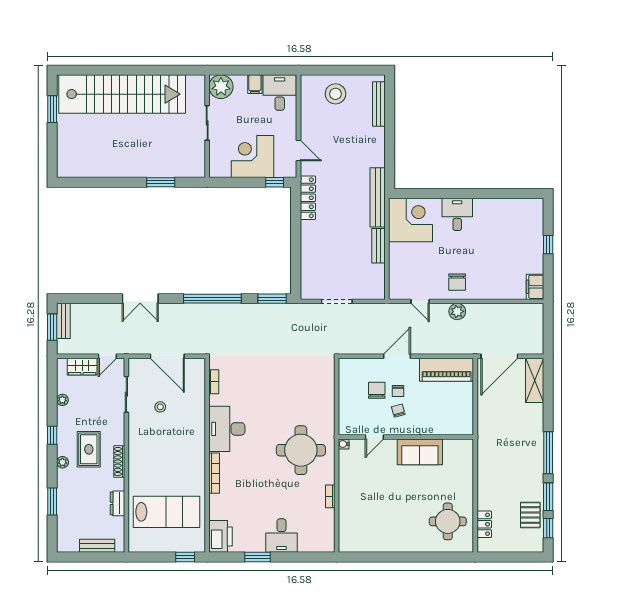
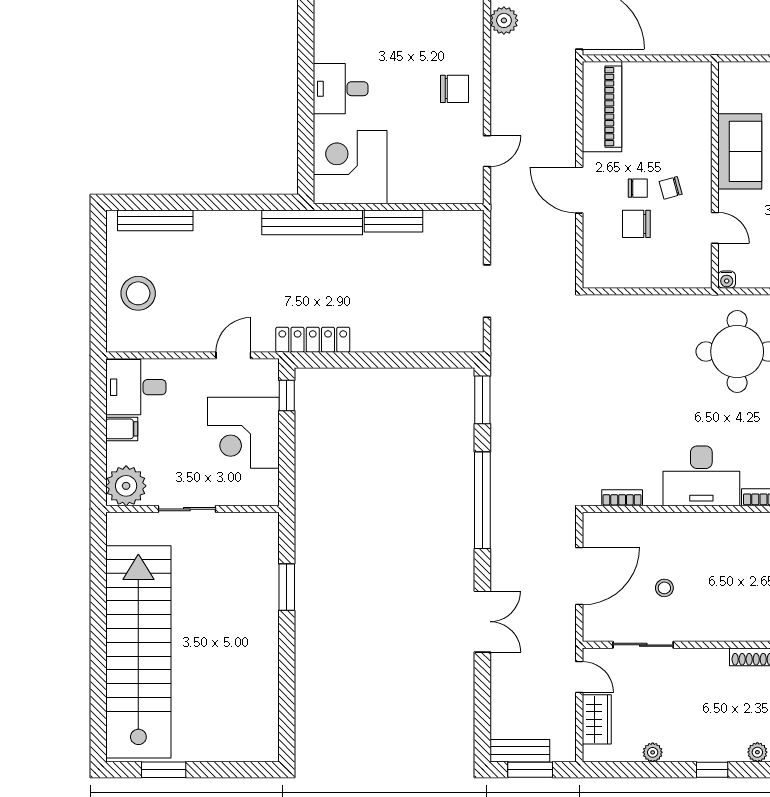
plant: (457, 311) -> (504, 20), moved
rug: (89, 449) -> (736, 708), removed

